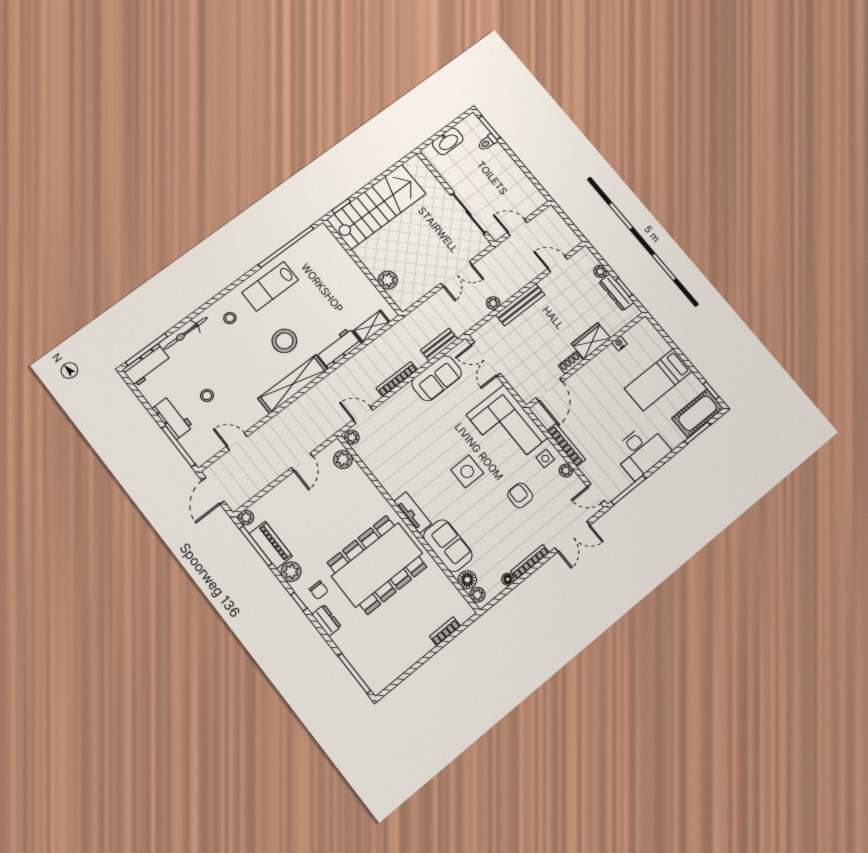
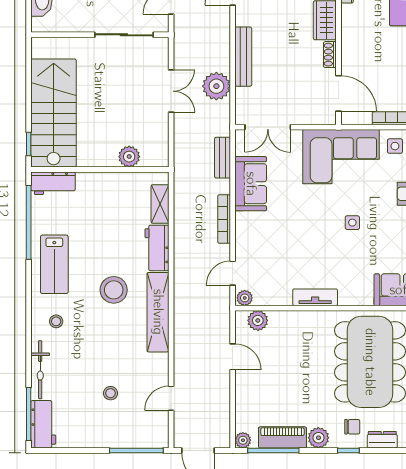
plant: (493, 303) -> (216, 86), width x1.87, depth x1.87
workbench: (173, 418) -> (53, 183), moved, turned 180
side table: (467, 471) -> (352, 223), width x0.54, depth x0.54
tv unit: (413, 513) -> (315, 297), moved

